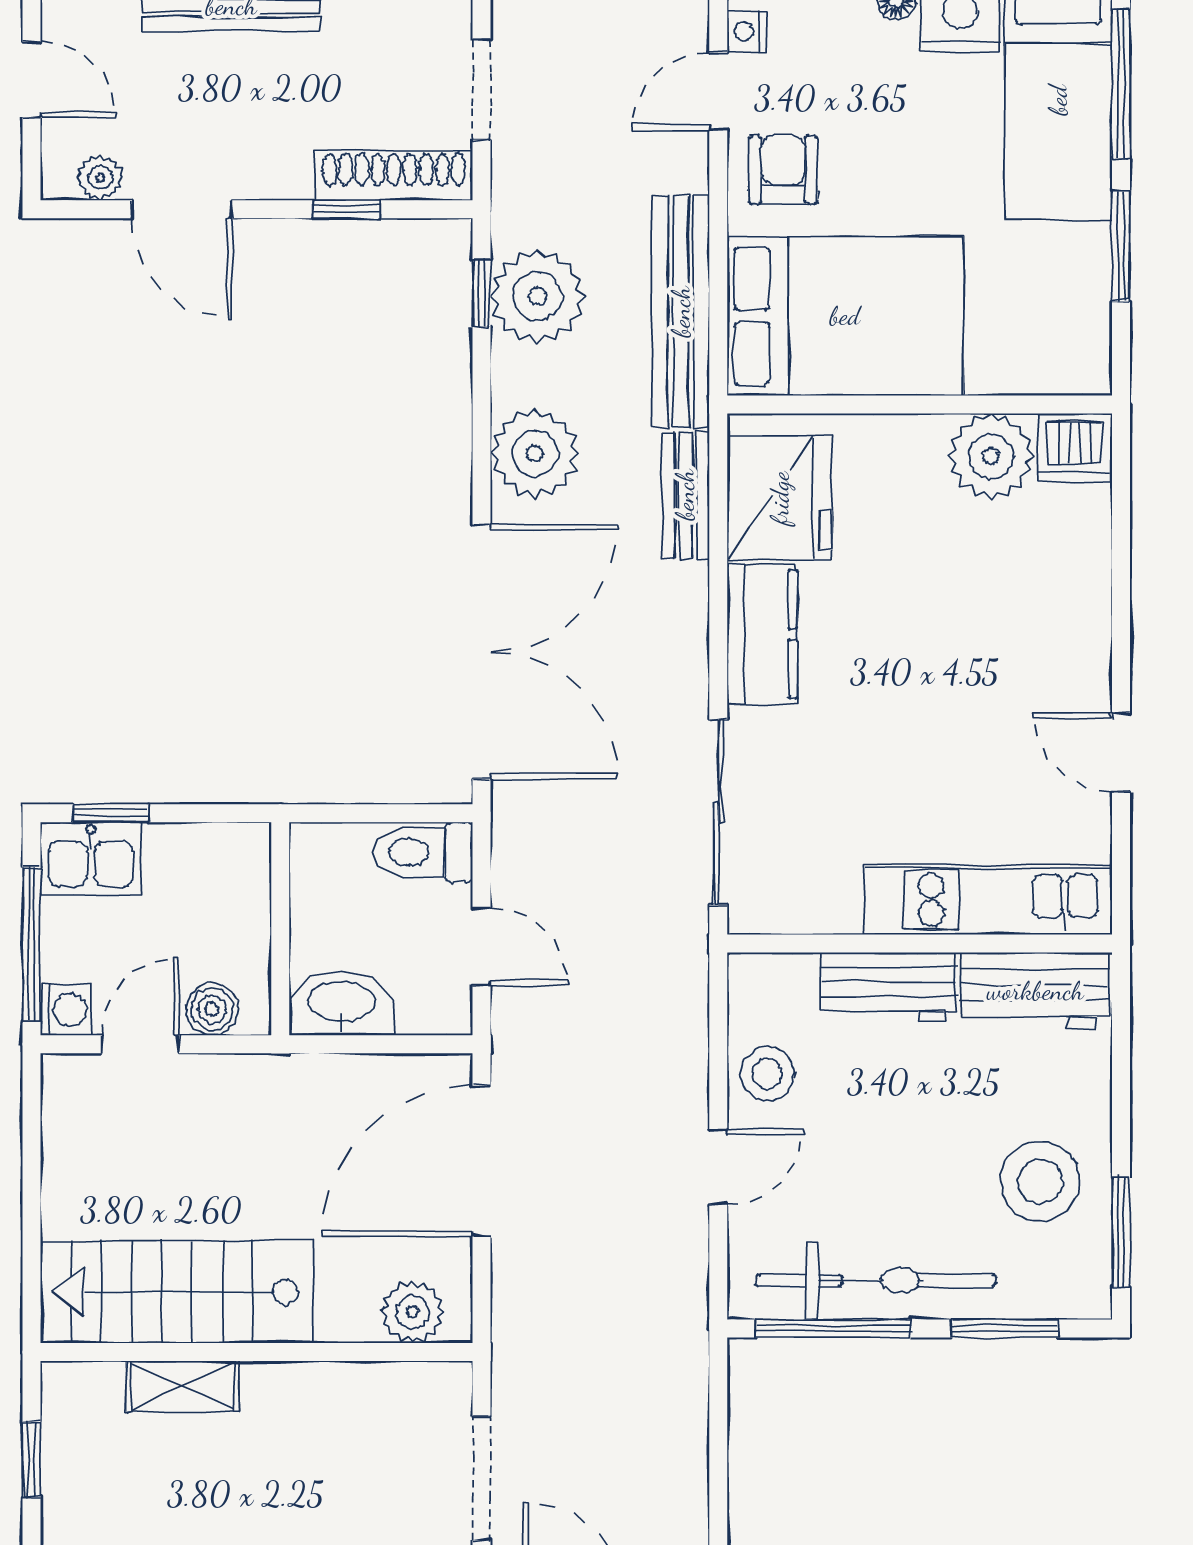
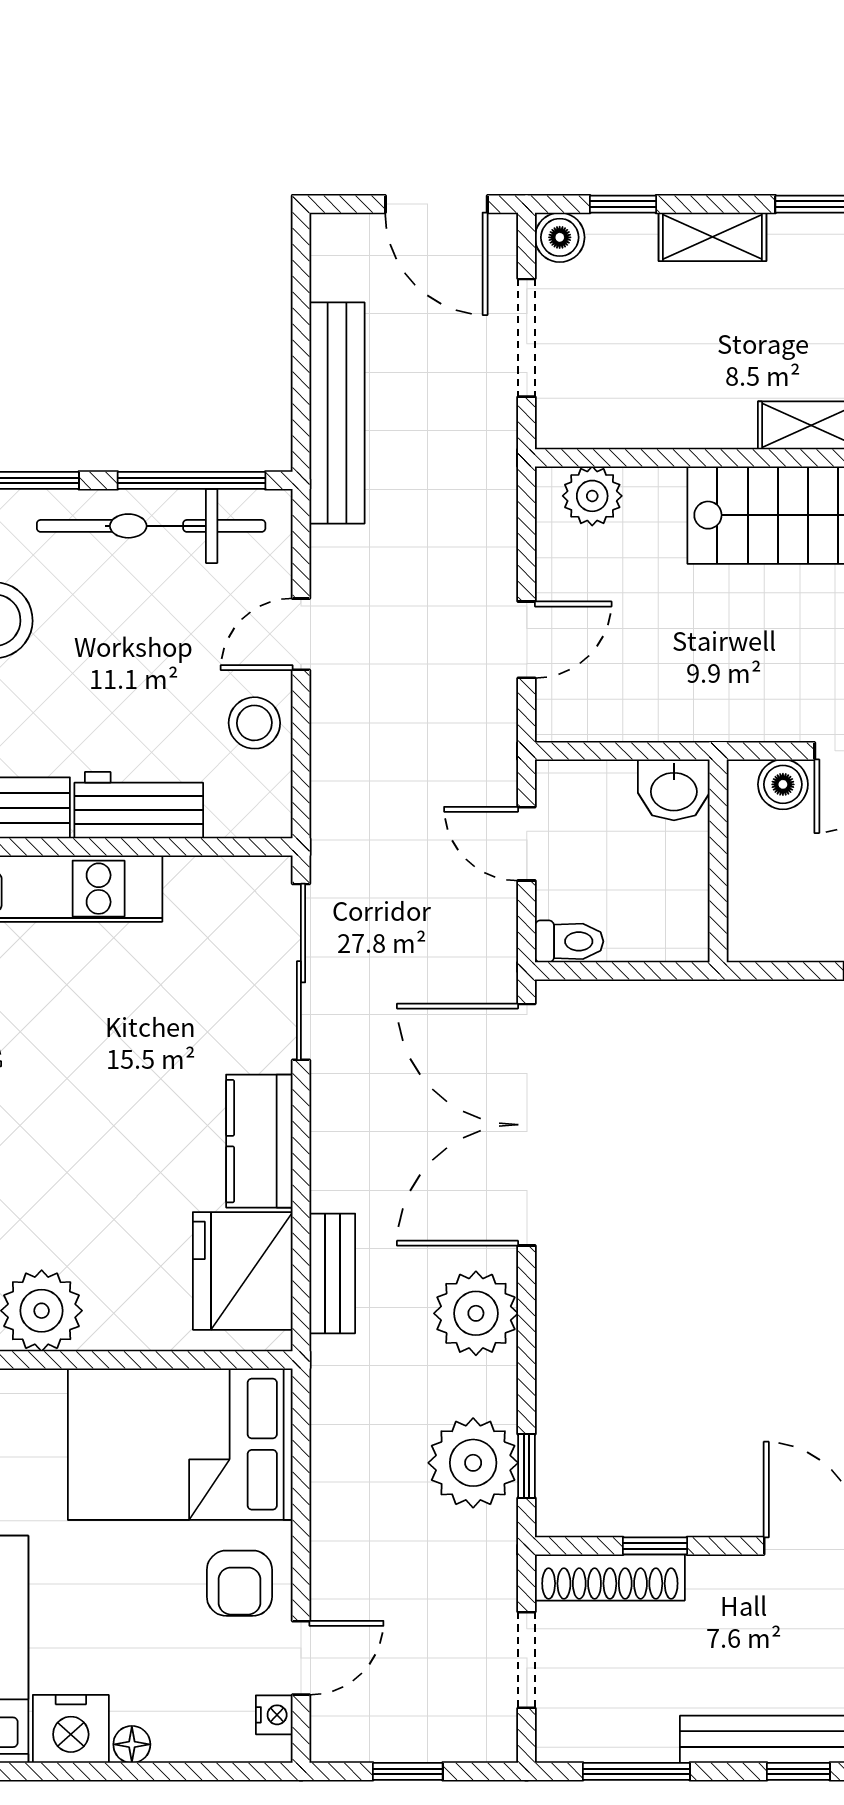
bench: (681, 312) -> (337, 413), moved
toilet: (423, 852) -> (569, 941), width x0.73, depth x0.72
washbasin: (341, 1003) -> (674, 790), width x0.72
door: (481, 1161) -> (527, 640), width x0.53

